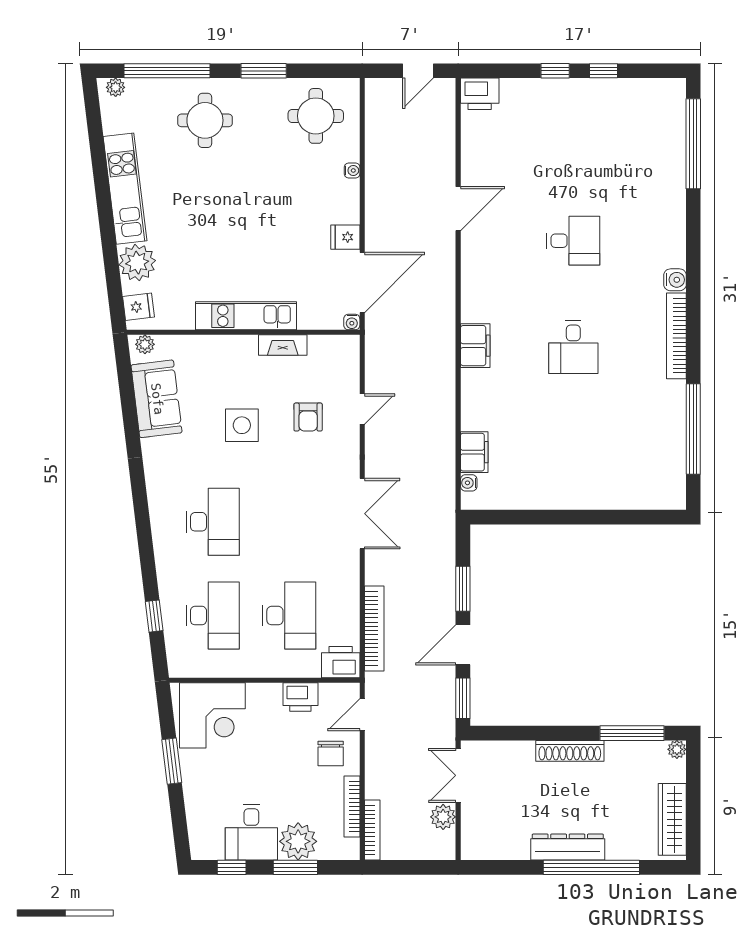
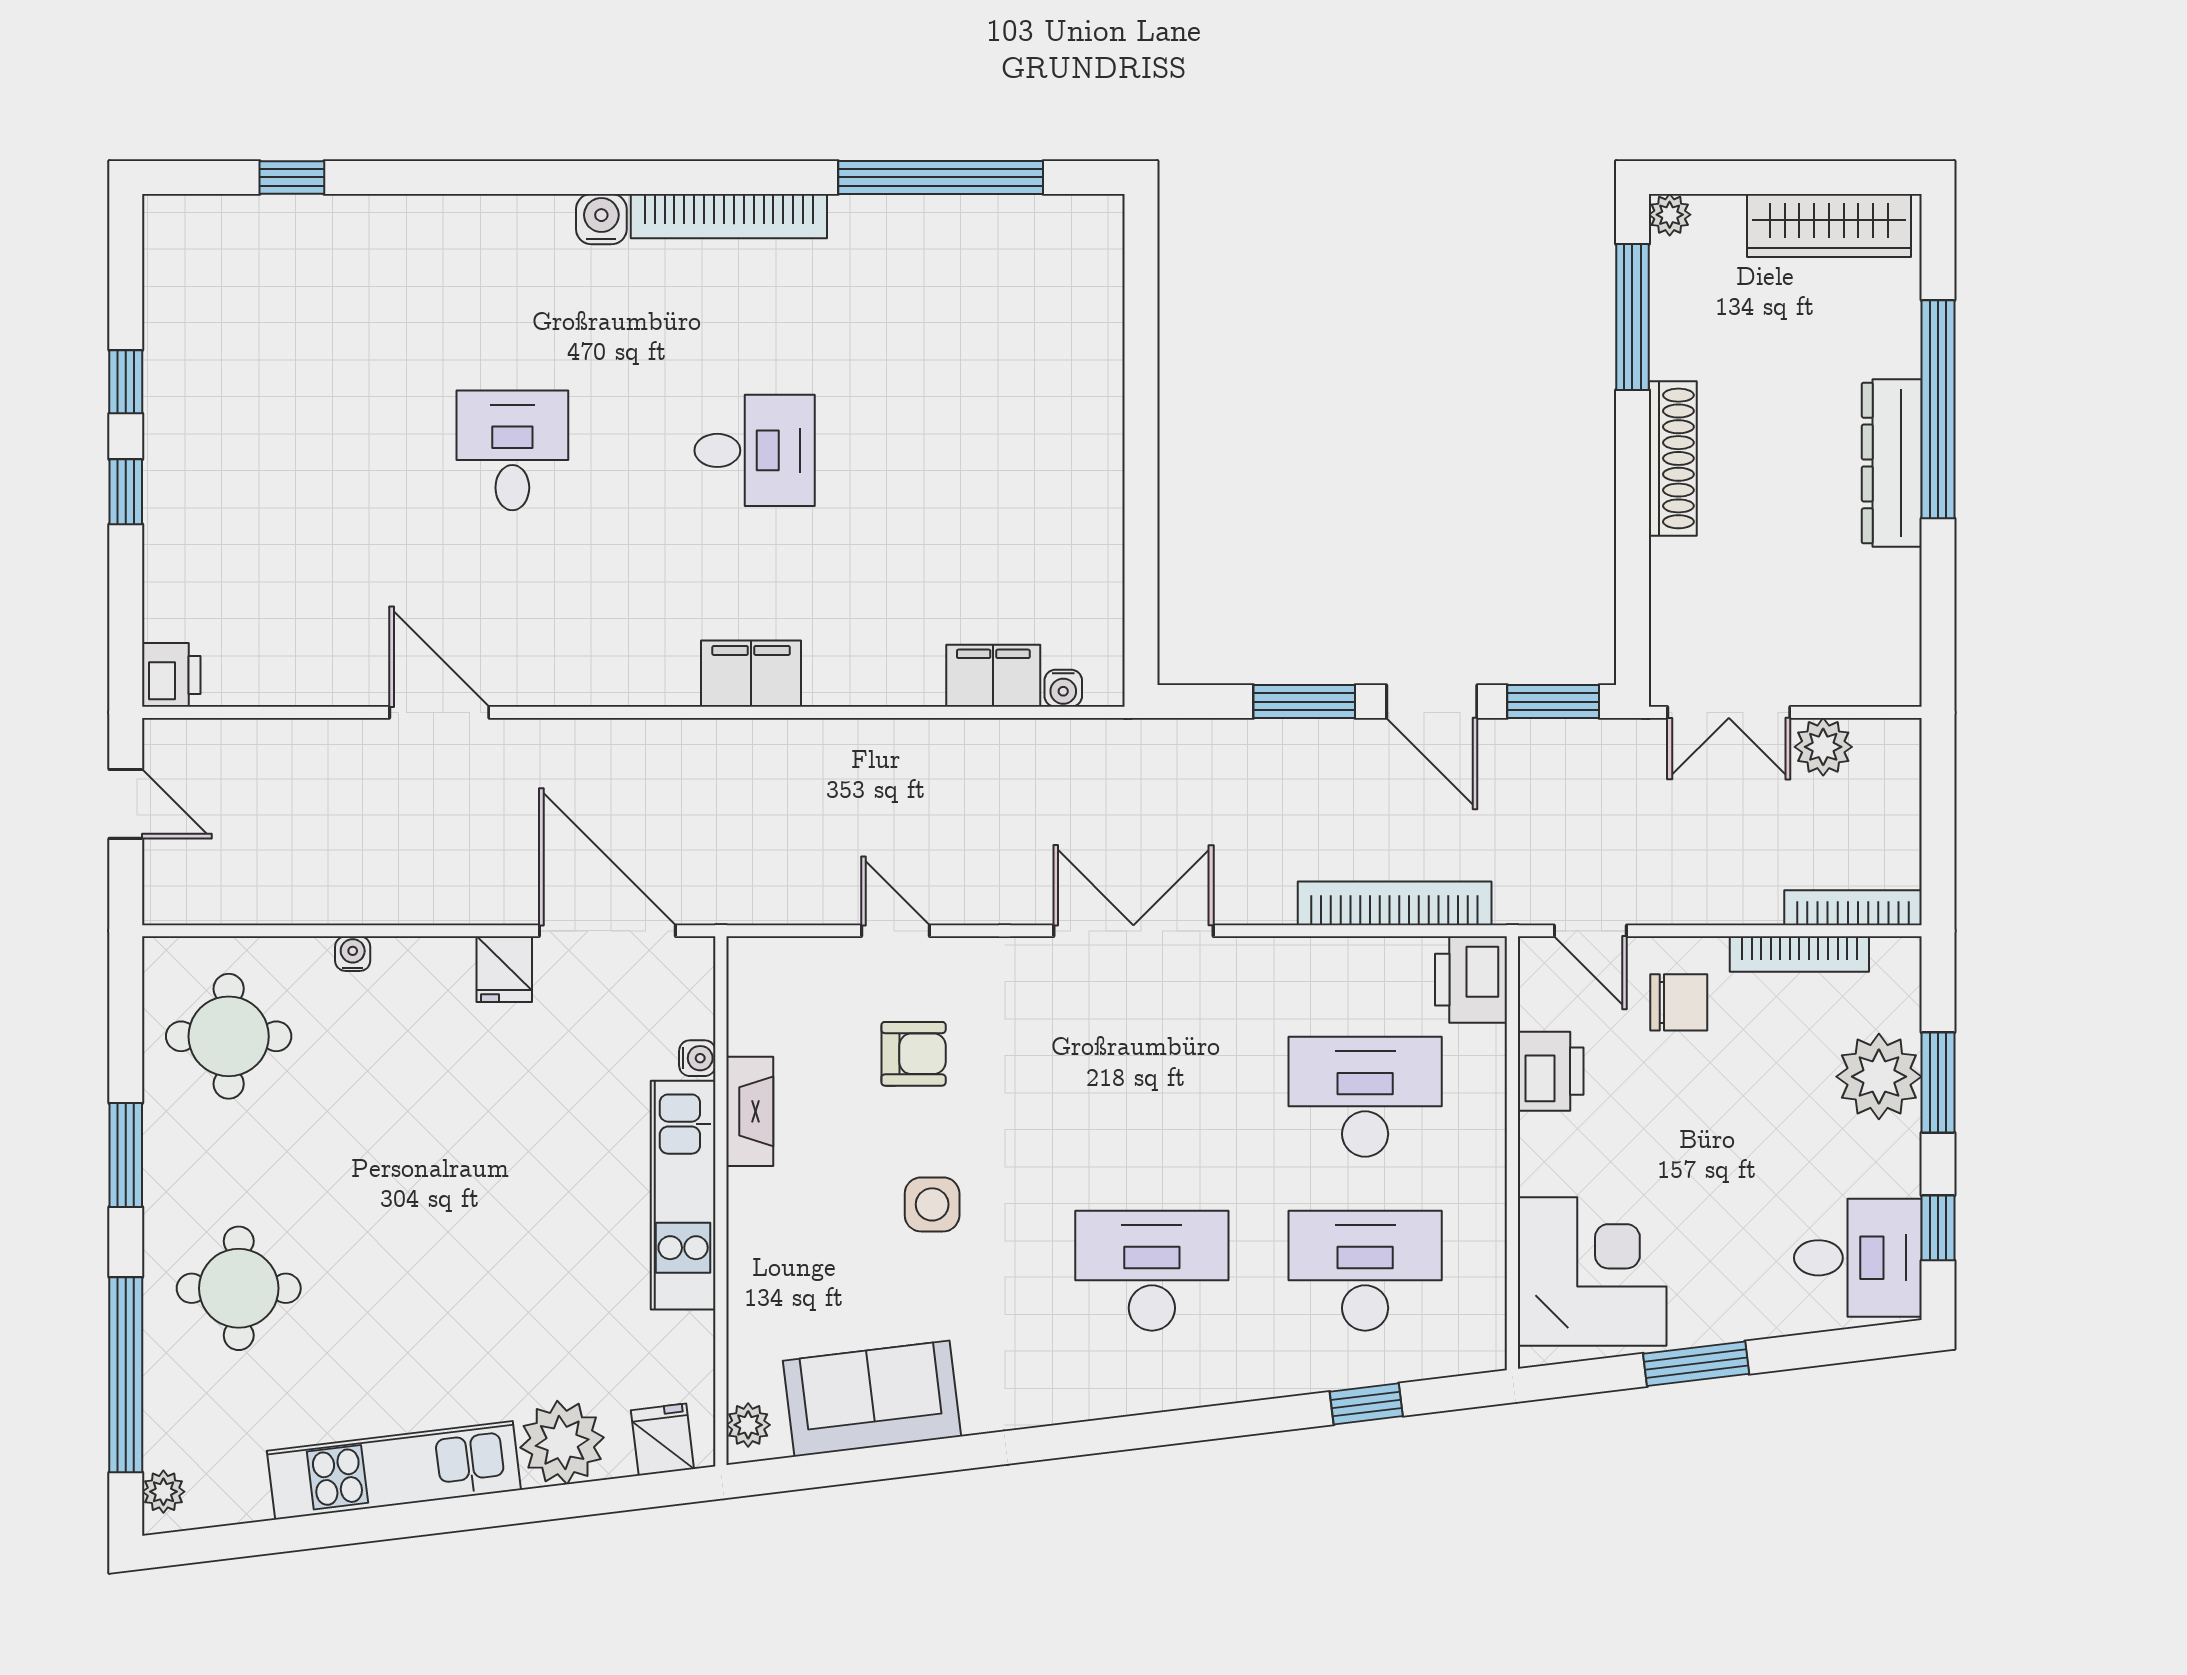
printer: (480, 94) -> (171, 675), width x0.73, depth x0.81
window: (693, 144) -> (292, 177), width x0.32
water cooler: (352, 322) -> (697, 1058), moved
side table: (242, 425) -> (932, 1204), width x0.73, depth x0.73
desk: (251, 832) -> (1858, 1258), moved

